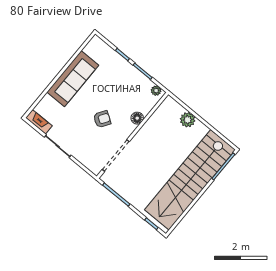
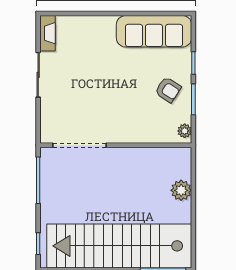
sofa: (73, 79) -> (154, 31), moved
floor lamp: (137, 118) -> (138, 135), removed
armchair: (102, 119) -> (168, 90), moved

